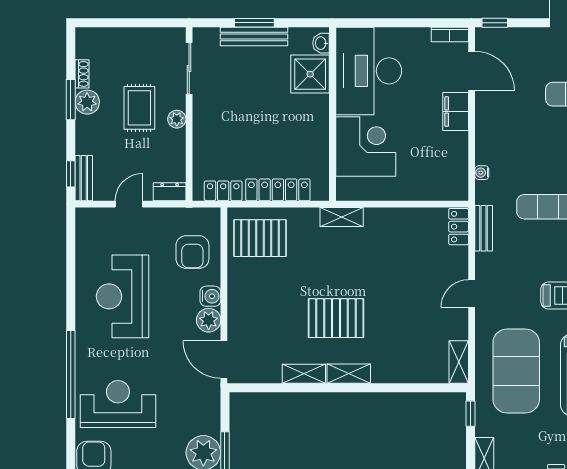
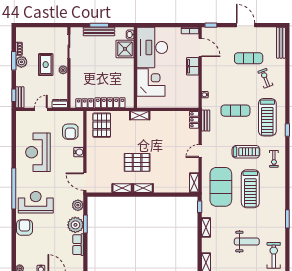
pallet: (260, 238) -> (102, 125), turned 90
plant: (209, 320) -> (78, 205), moved

